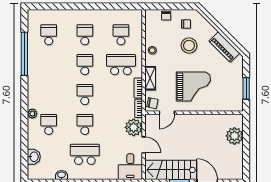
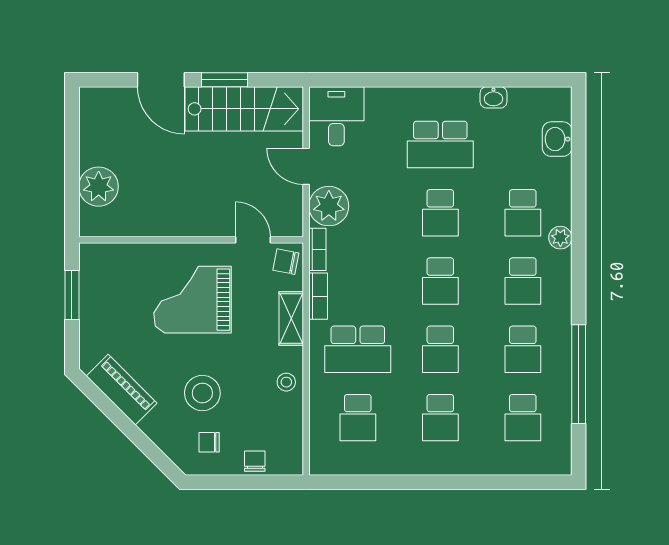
school desk: (49, 65) -> (523, 349), added
school desk: (49, 95) -> (523, 281), added
door: (167, 113) -> (253, 240), hinge flipped

